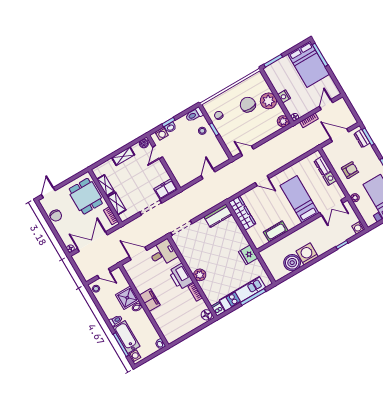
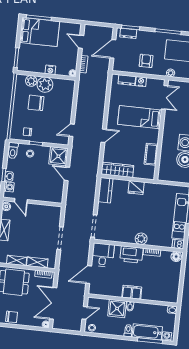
plant: (283, 121) -> (31, 81), moved
shower: (217, 156) -> (58, 156), added
freezer: (166, 189) -> (54, 216), removed
fridge: (248, 255) -> (136, 188), moved

